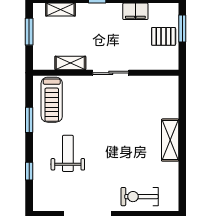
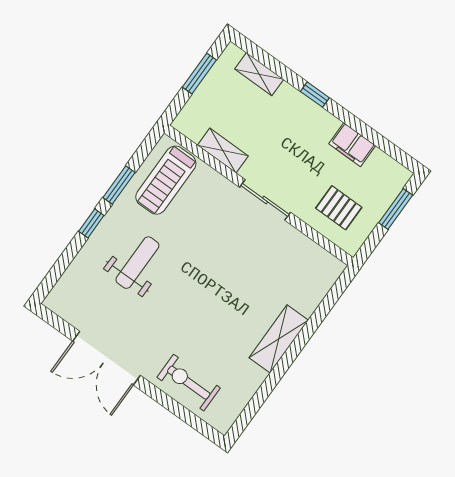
pallet: (164, 36) -> (339, 208), moved
window: (29, 171) -> (91, 223), moved

